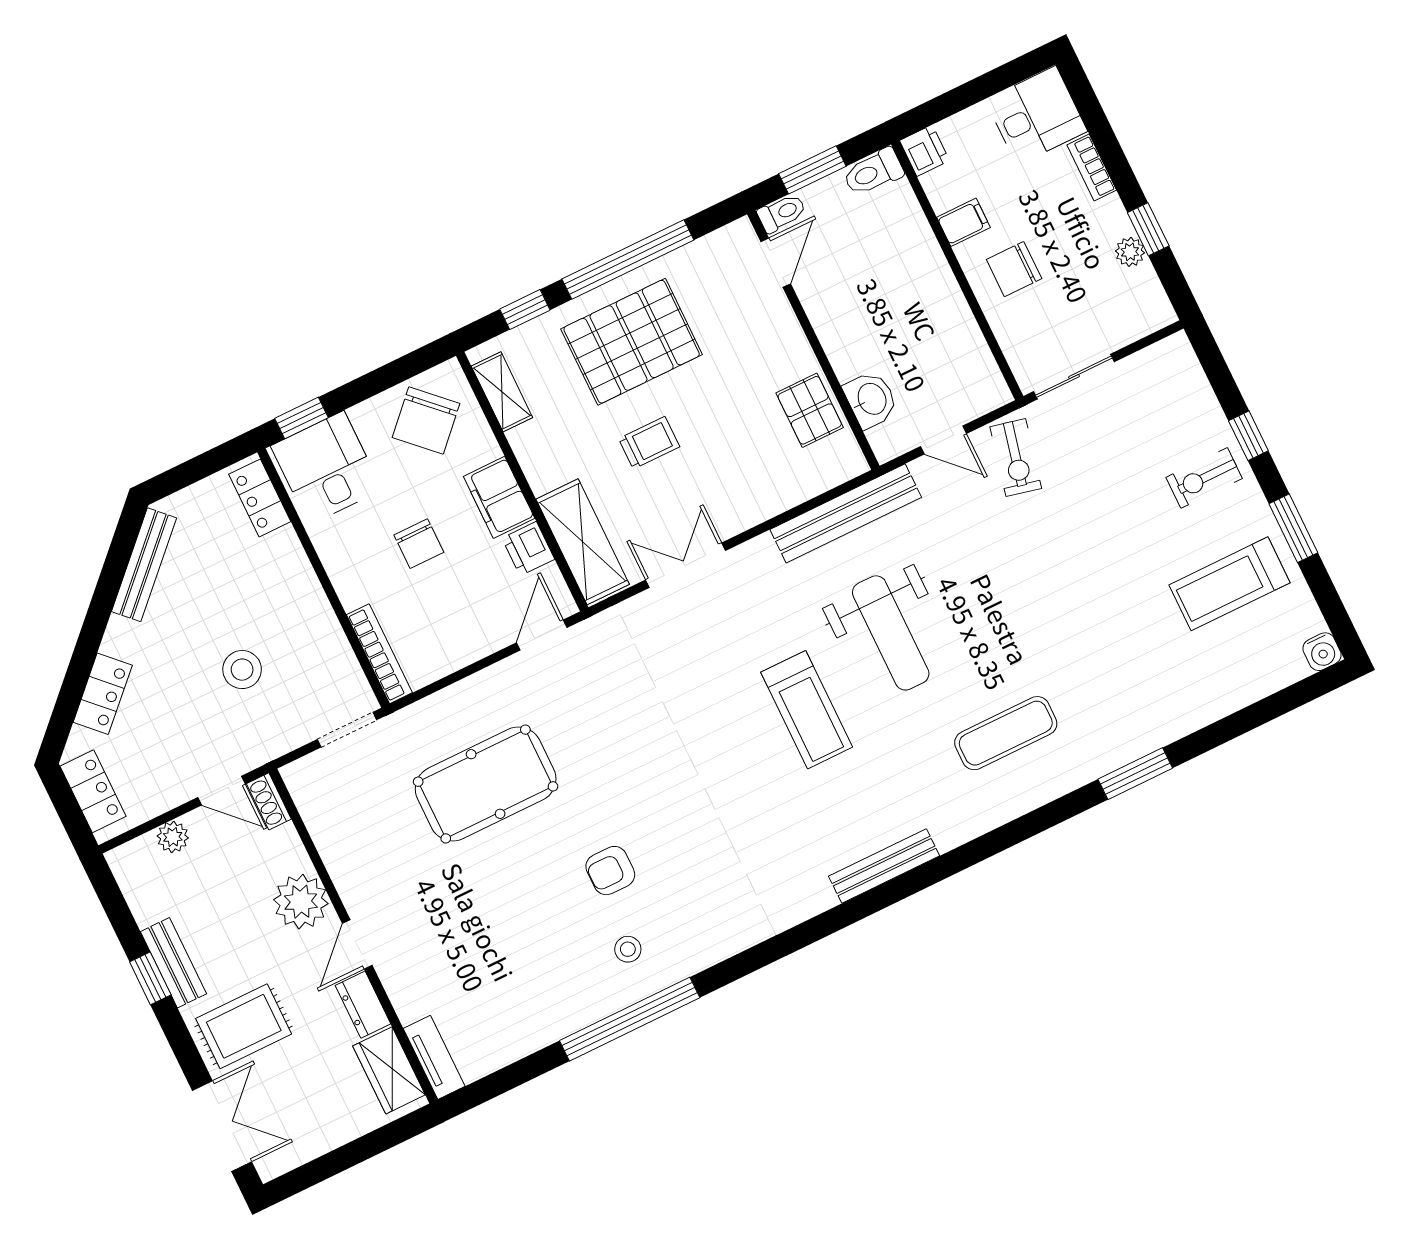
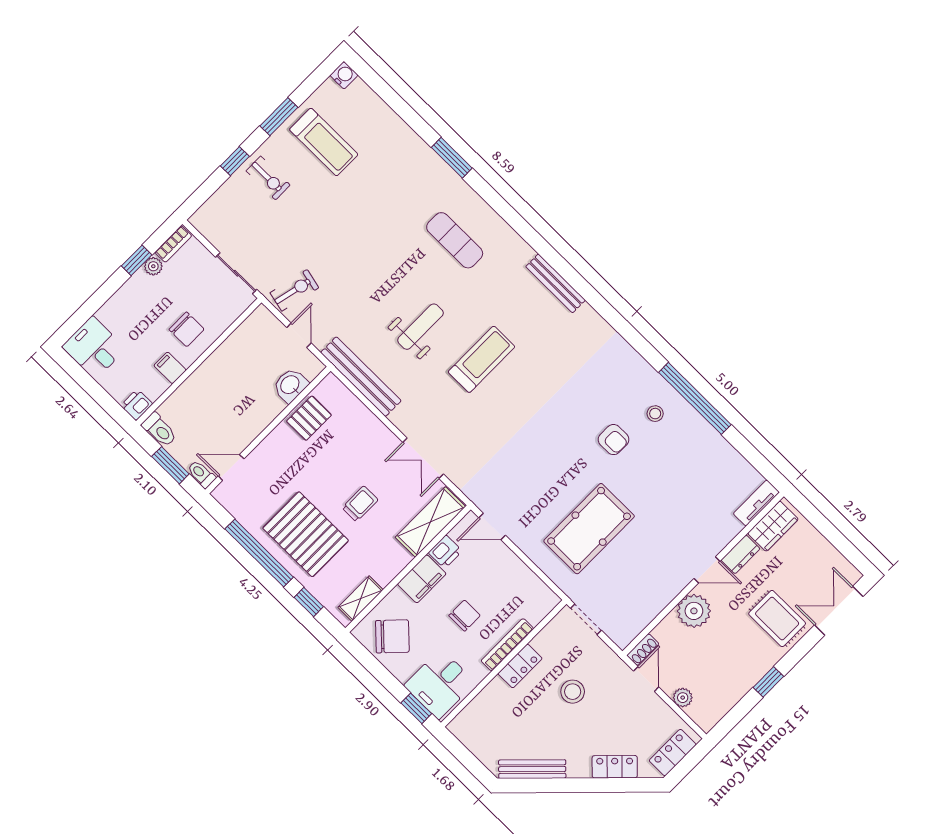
bookcase: (1092, 168) -> (173, 244), moved
trolley: (649, 443) -> (360, 504), turned 90
locker: (260, 498) -> (520, 666), moved
weight bench: (891, 633) -> (420, 327), width x0.73, depth x0.75
bookcase: (379, 654) -> (507, 645), moved
pool table: (486, 784) -> (589, 529), turned 90
bench: (173, 963) -> (755, 672), removed

